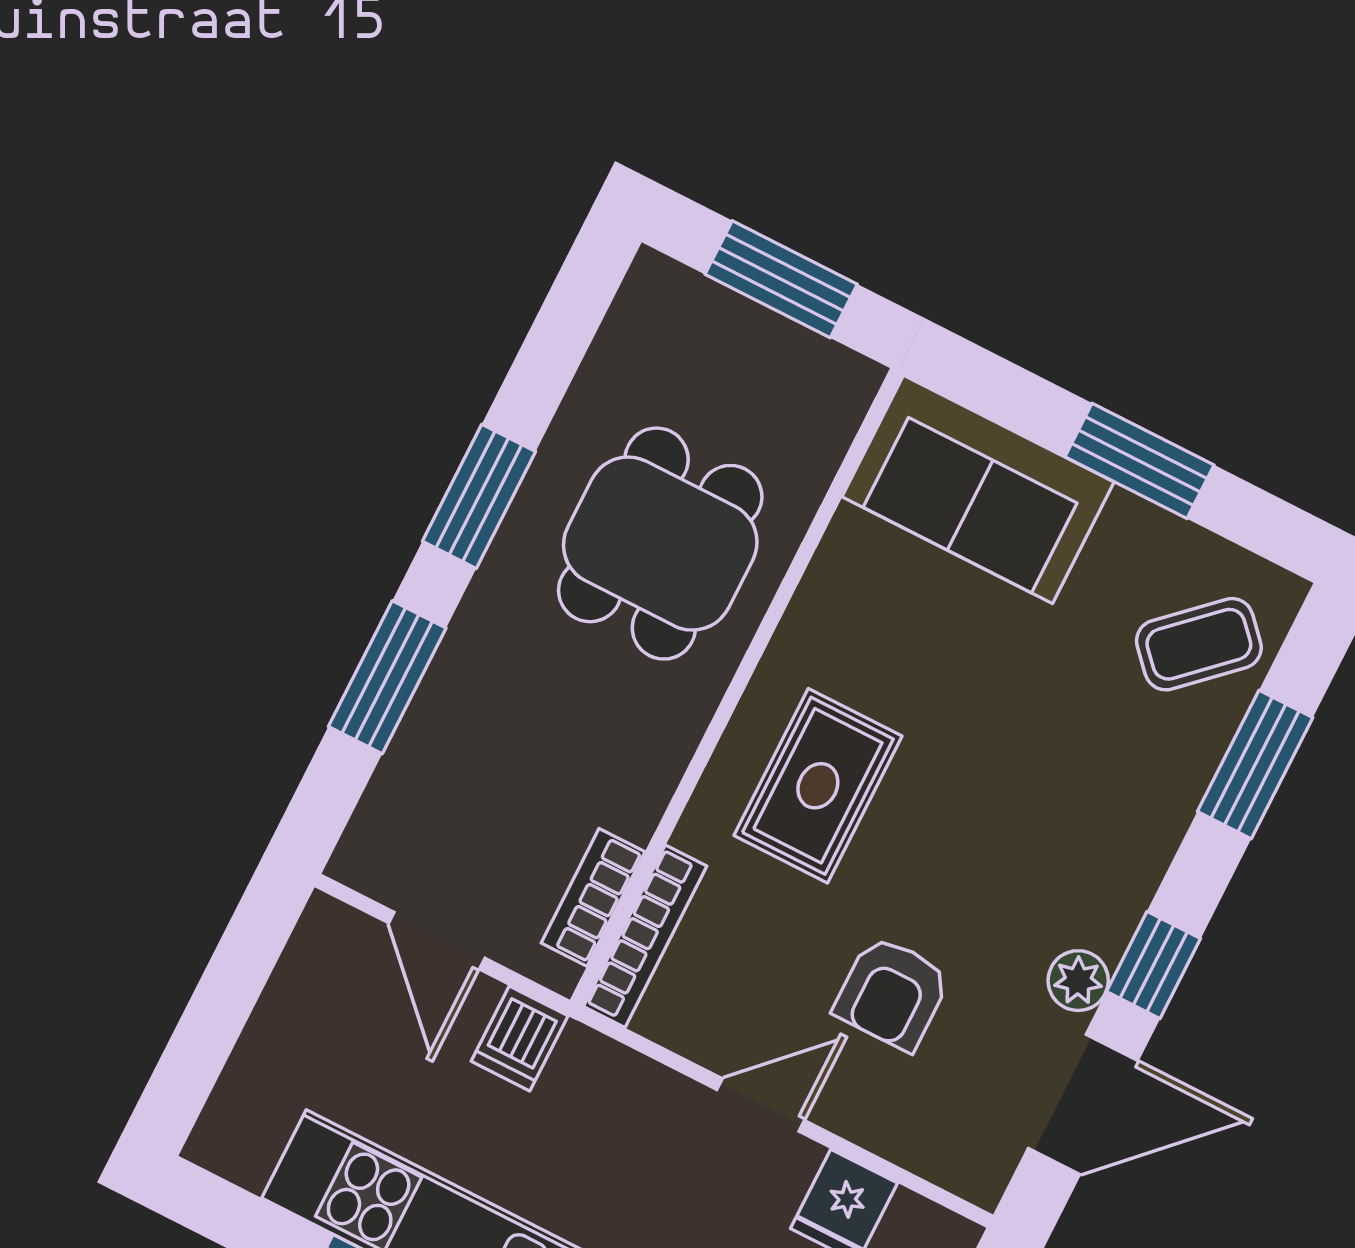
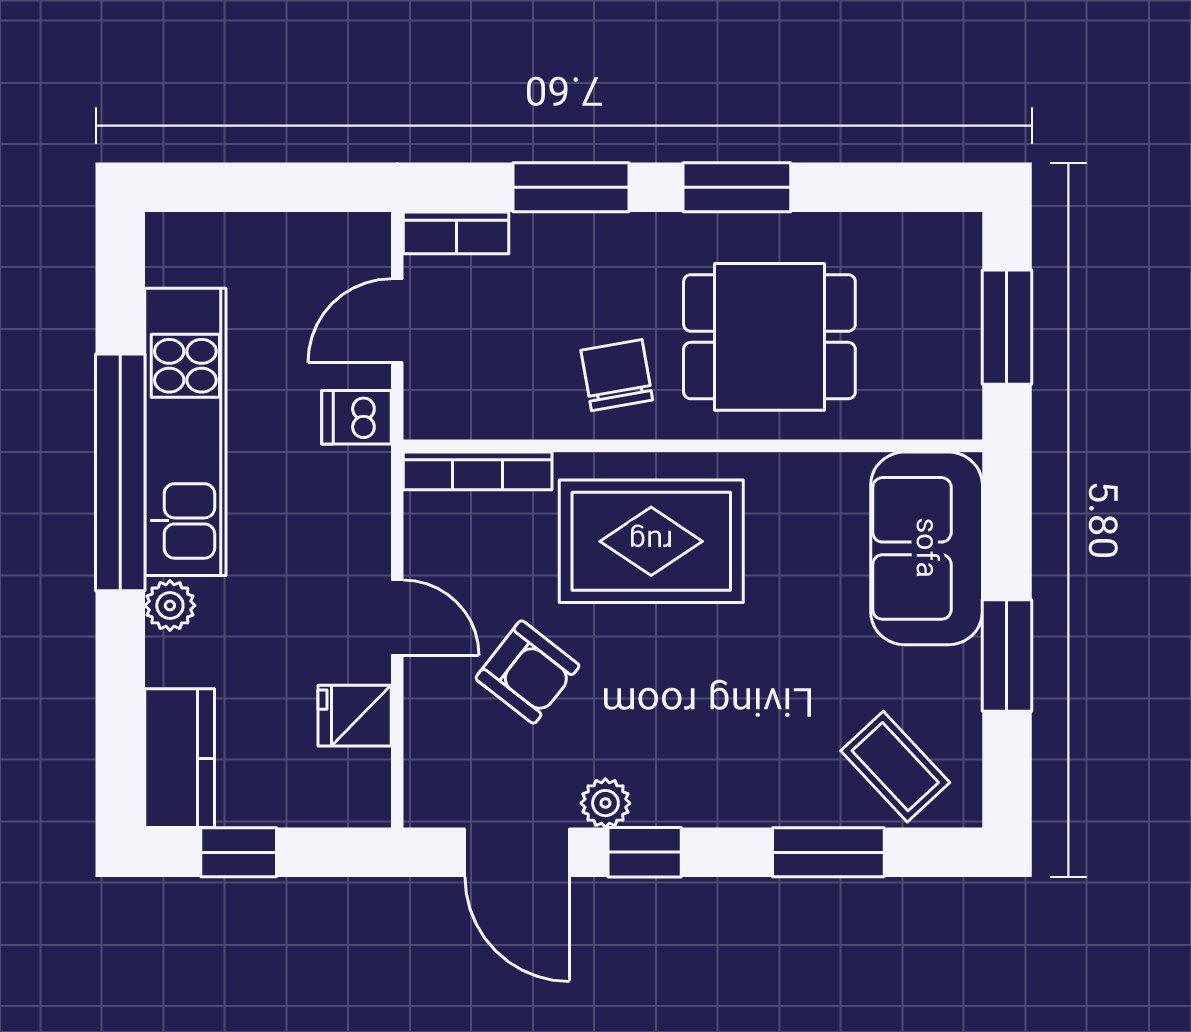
chair: (618, 731) -> (617, 375), added
rug: (818, 786) -> (651, 541), width x1.36, depth x1.43
bookcase: (593, 897) -> (456, 233), moved, turned 180
armchair: (892, 993) -> (528, 672), turned -142

